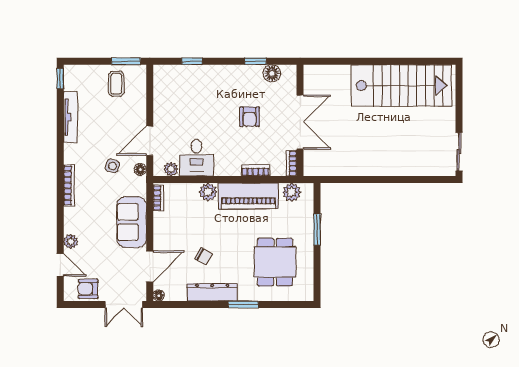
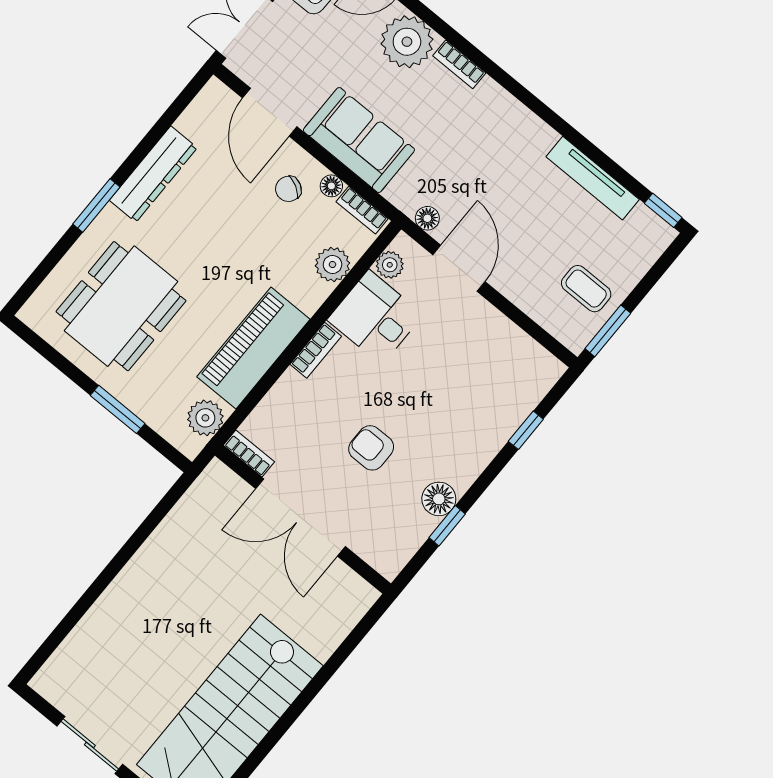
floor lamp: (272, 73) -> (439, 499), moved
sliding door: (459, 152) -> (90, 745), moved
side table: (112, 166) -> (467, 181), removed
bookcase: (255, 171) -> (316, 350), moved
bookcase: (69, 185) -> (459, 64), moved, width x0.64
plant: (208, 192) -> (333, 264), moved
plant: (71, 241) -> (407, 42), width x1.87, depth x1.87
chair: (204, 256) -> (288, 189), moved
dining table: (275, 262) -> (121, 306), width x1.38
floor lamp: (159, 296) -> (331, 186), moved

